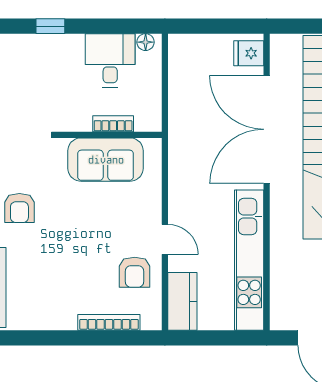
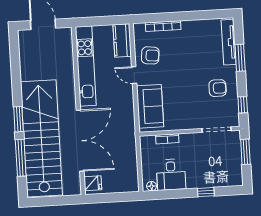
sofa: (106, 160) -> (150, 106), moved, turned 90
armchair: (19, 208) -> (218, 88), turned 90
armchair: (135, 272) -> (150, 55), turned 96

